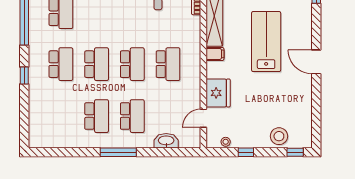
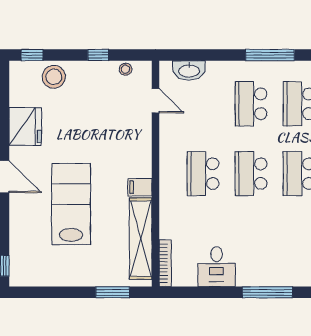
lab bench: (266, 42) -> (71, 204), turned 180
fridge: (218, 93) -> (25, 127), moved, turned 180
door: (203, 118) -> (155, 101), hinge flipped
washbasin: (166, 141) -> (189, 70), moved

